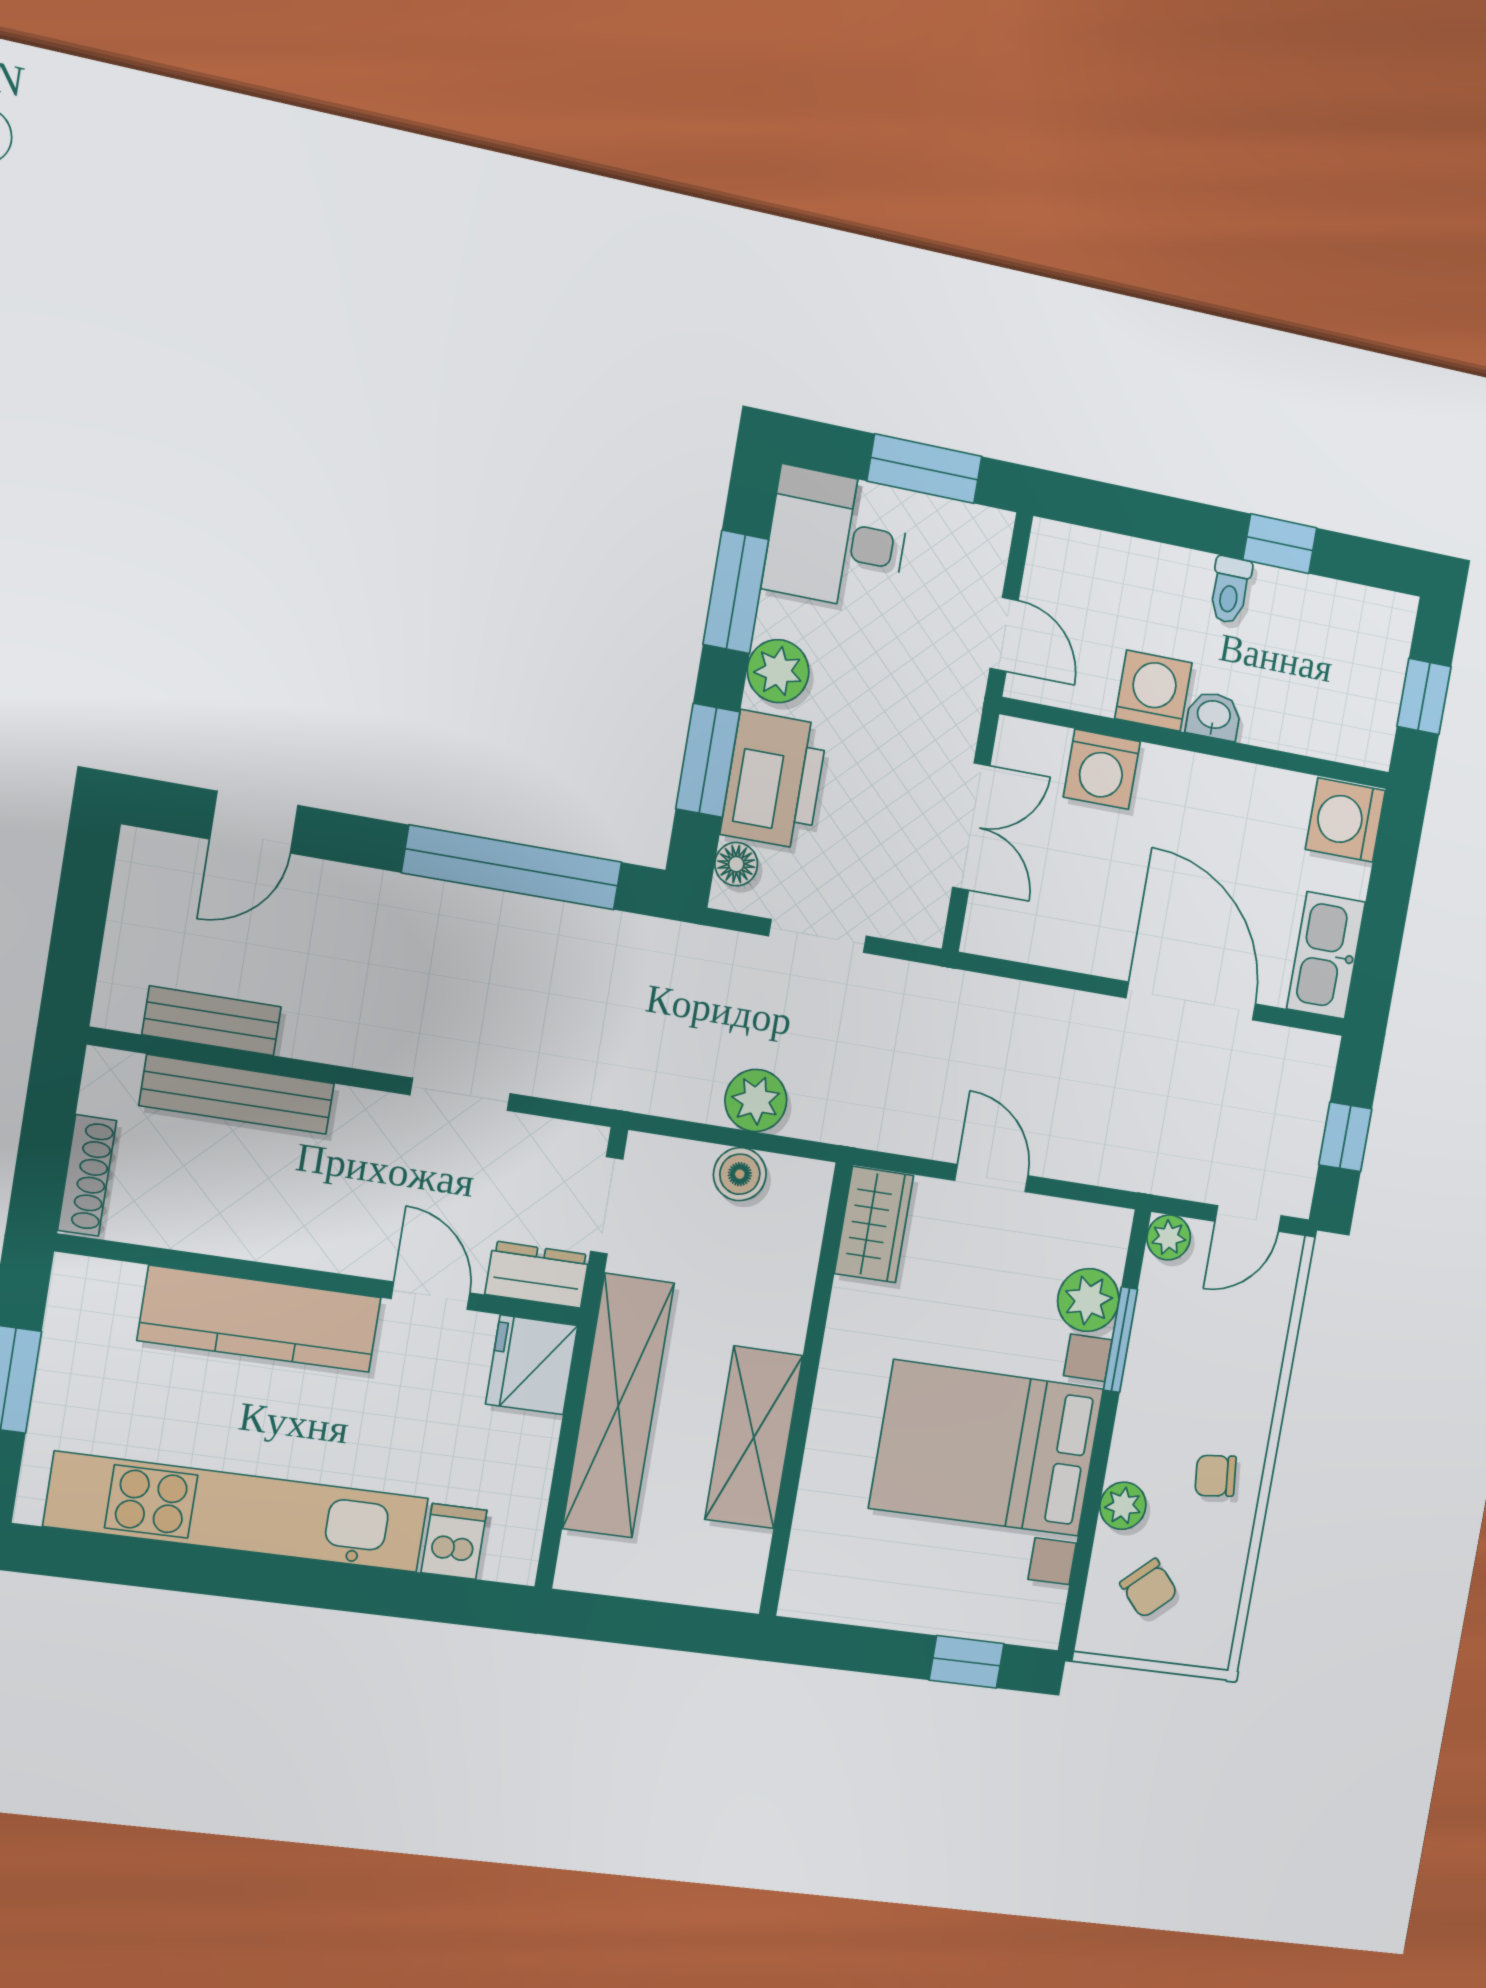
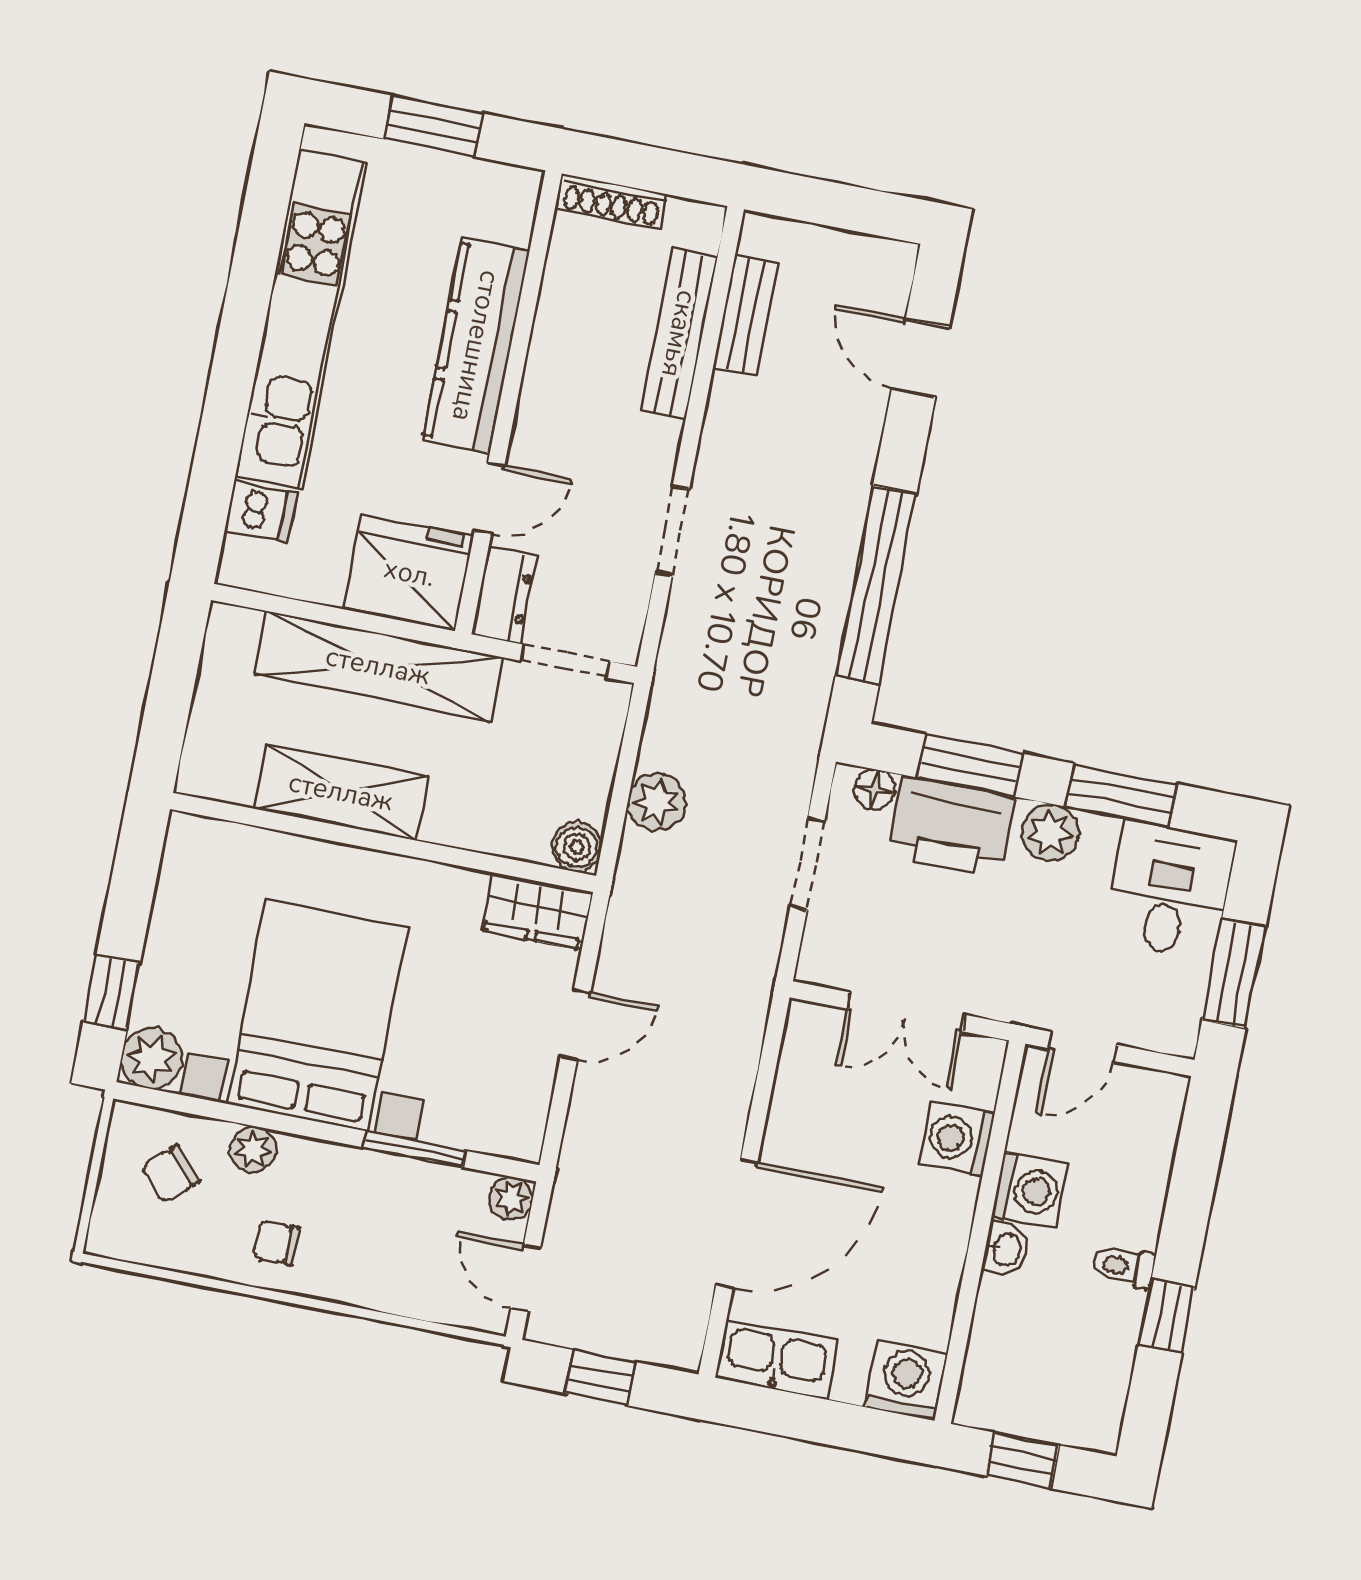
boiler: (740, 1174) -> (577, 847), moved
plant: (1088, 1300) -> (152, 1058), moved
fridge: (532, 1365) -> (409, 573), width x1.36, depth x1.34
chair: (1215, 1476) -> (276, 1243), turned -84

